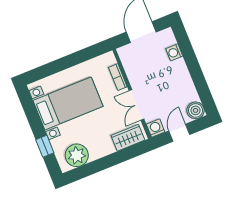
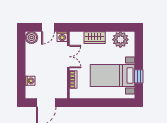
wardrobe: (128, 138) -> (95, 38), moved
window: (45, 146) -> (139, 76), moved

